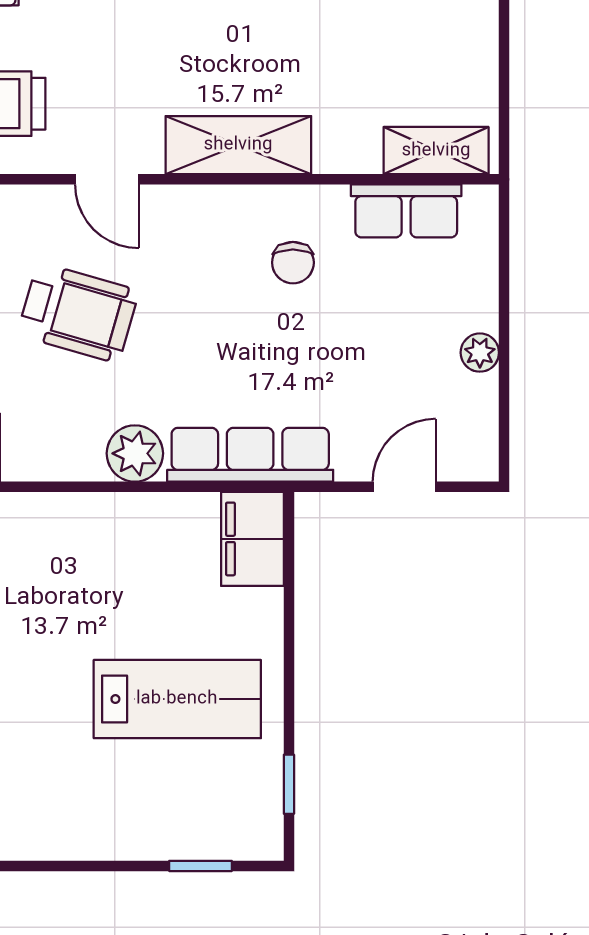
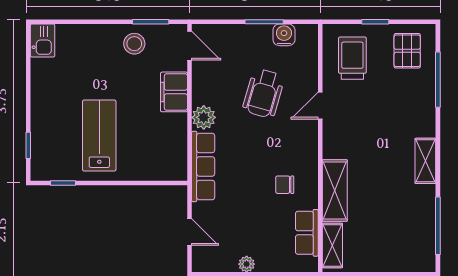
shelving: (238, 145) -> (335, 190), moved
filing cabinet: (252, 539) -> (174, 92), moved, turned -90
lab bench: (177, 699) -> (99, 136), turned 180

